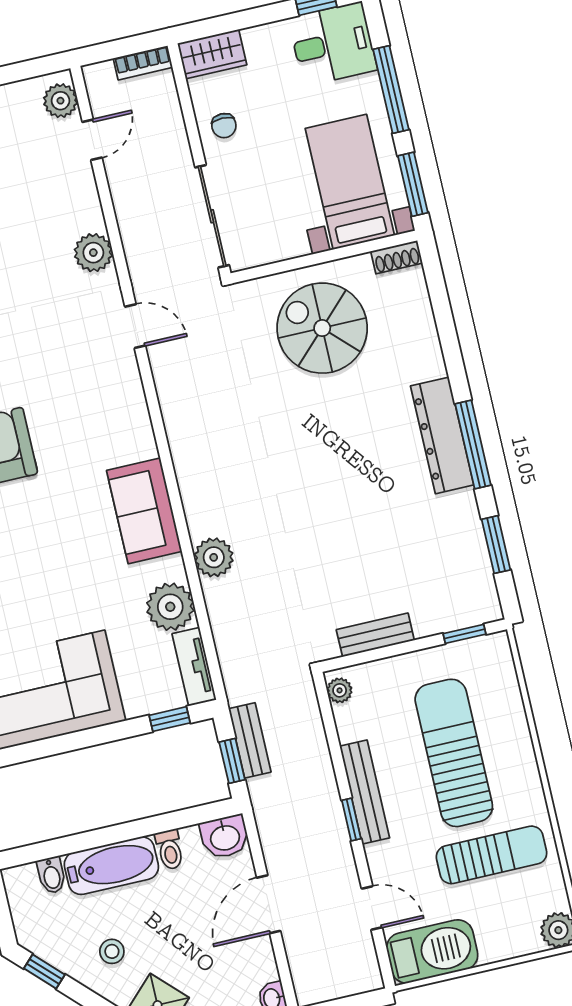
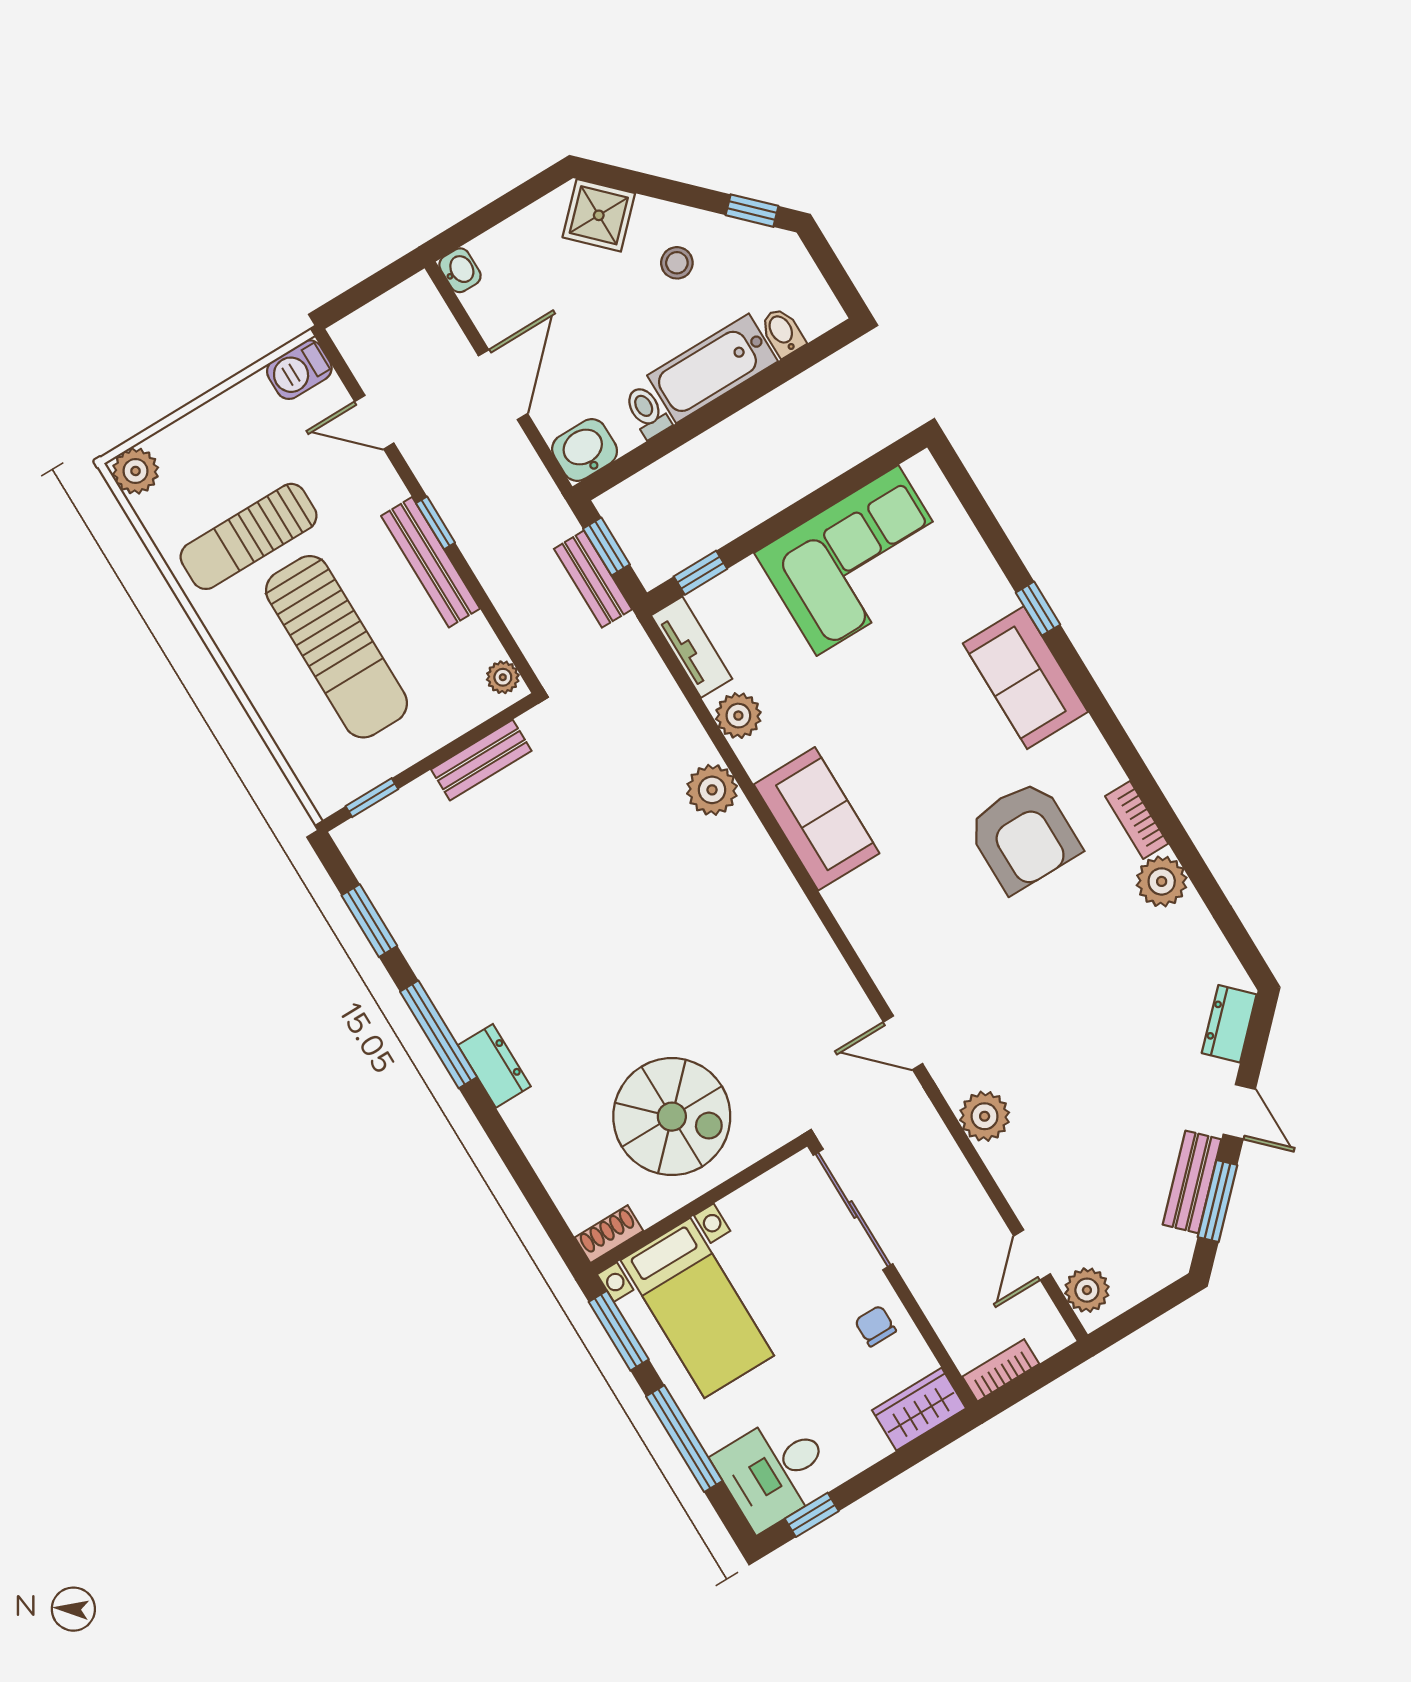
dresser: (442, 435) -> (494, 1066), width x0.51, depth x0.80
plant: (170, 607) -> (738, 716), width x0.73, depth x0.73
barbecue: (432, 951) -> (299, 370), width x0.53, depth x0.65

